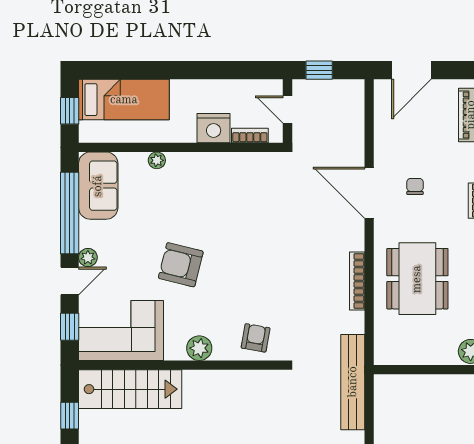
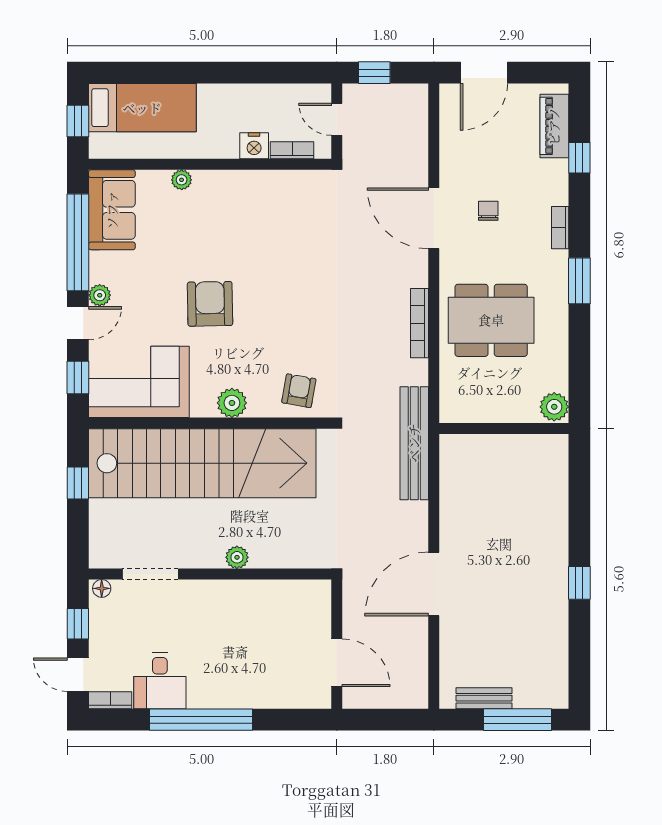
nightstand: (214, 128) -> (254, 146), width x0.74, depth x0.75
armchair: (181, 265) -> (210, 304), turned 75
dining table: (417, 279) -> (491, 320), turned 90
stairs: (130, 389) -> (202, 463), width x1.86, depth x1.51

